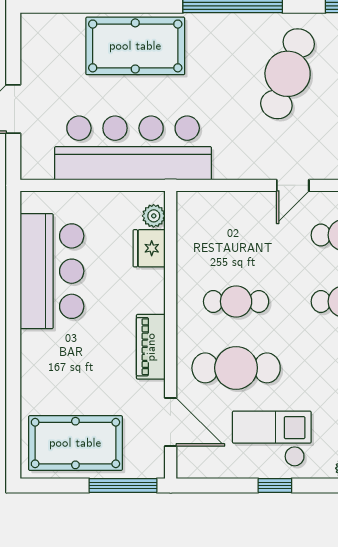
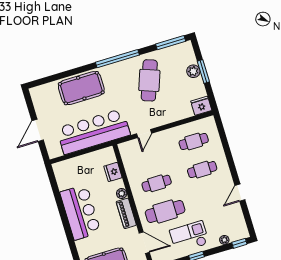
door: (293, 185) -> (144, 134), moved
plant: (154, 216) -> (122, 194), moved
bar counter: (52, 271) -> (80, 212), moved

